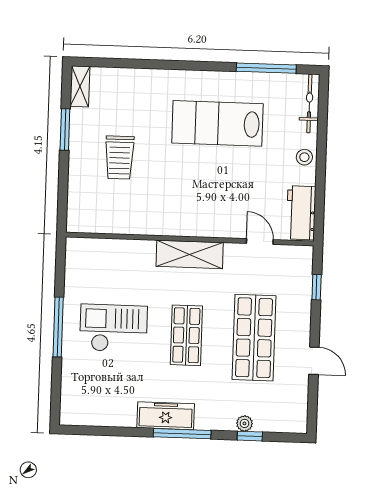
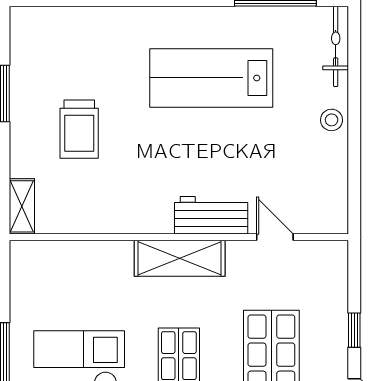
shelving: (80, 86) -> (22, 206), moved
workbench: (301, 213) -> (211, 215), moved, turned 90
window: (317, 287) -> (354, 330), moved

